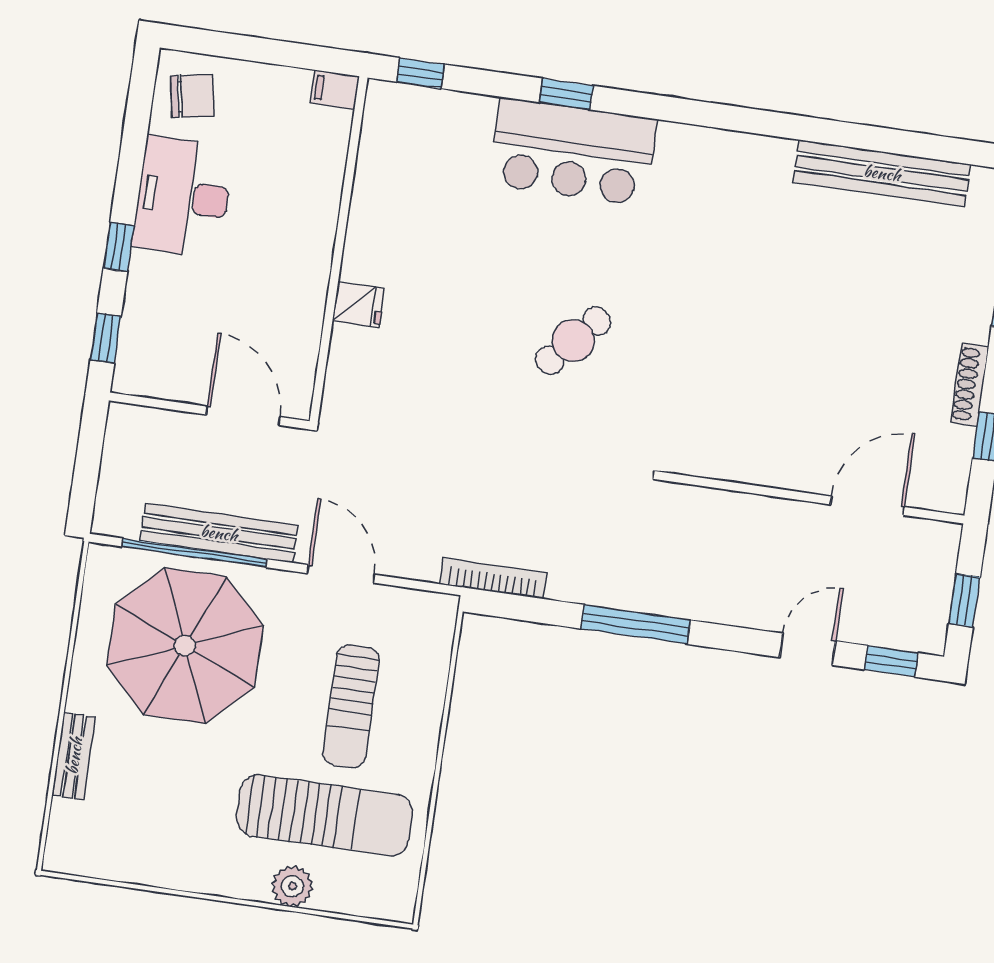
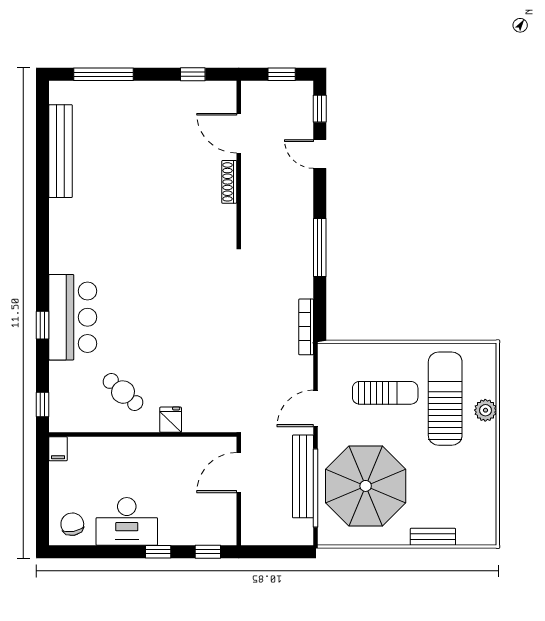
cafe table: (573, 341) -> (123, 392), moved
shoe rack: (970, 385) -> (229, 182), moved, turned 90

